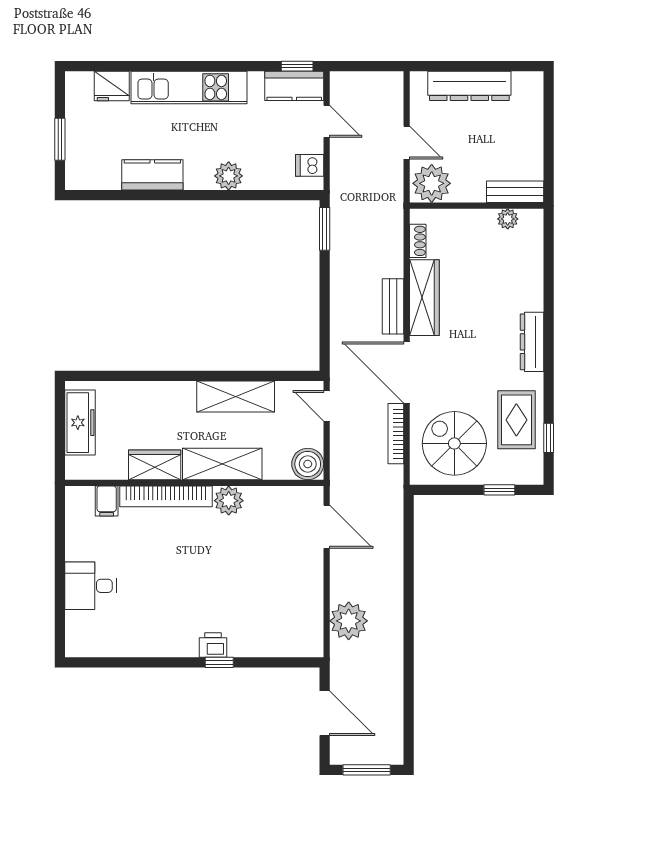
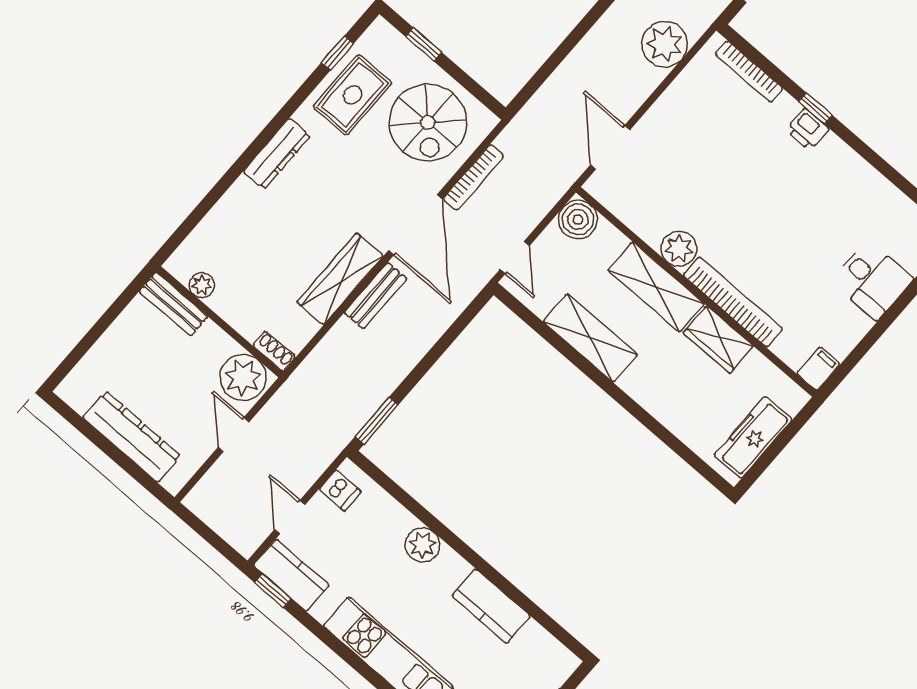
shoe rack: (418, 241) -> (274, 351), moved, turned 90
filing cabinet: (107, 501) -> (818, 369), moved
bookcase: (281, 649) -> (749, 71), added

